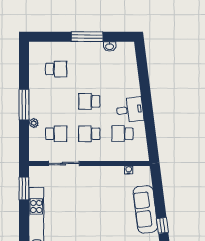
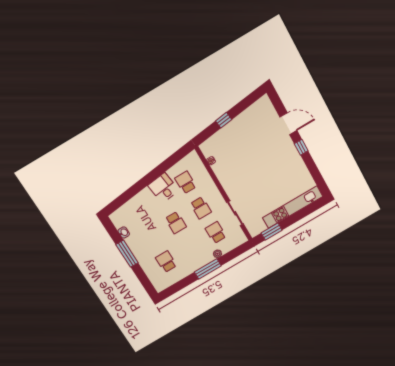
school desk: (122, 134) -> (186, 182), turned 180
sofa: (145, 209) -> (235, 129), removed
window: (162, 225) -> (224, 120), moved

